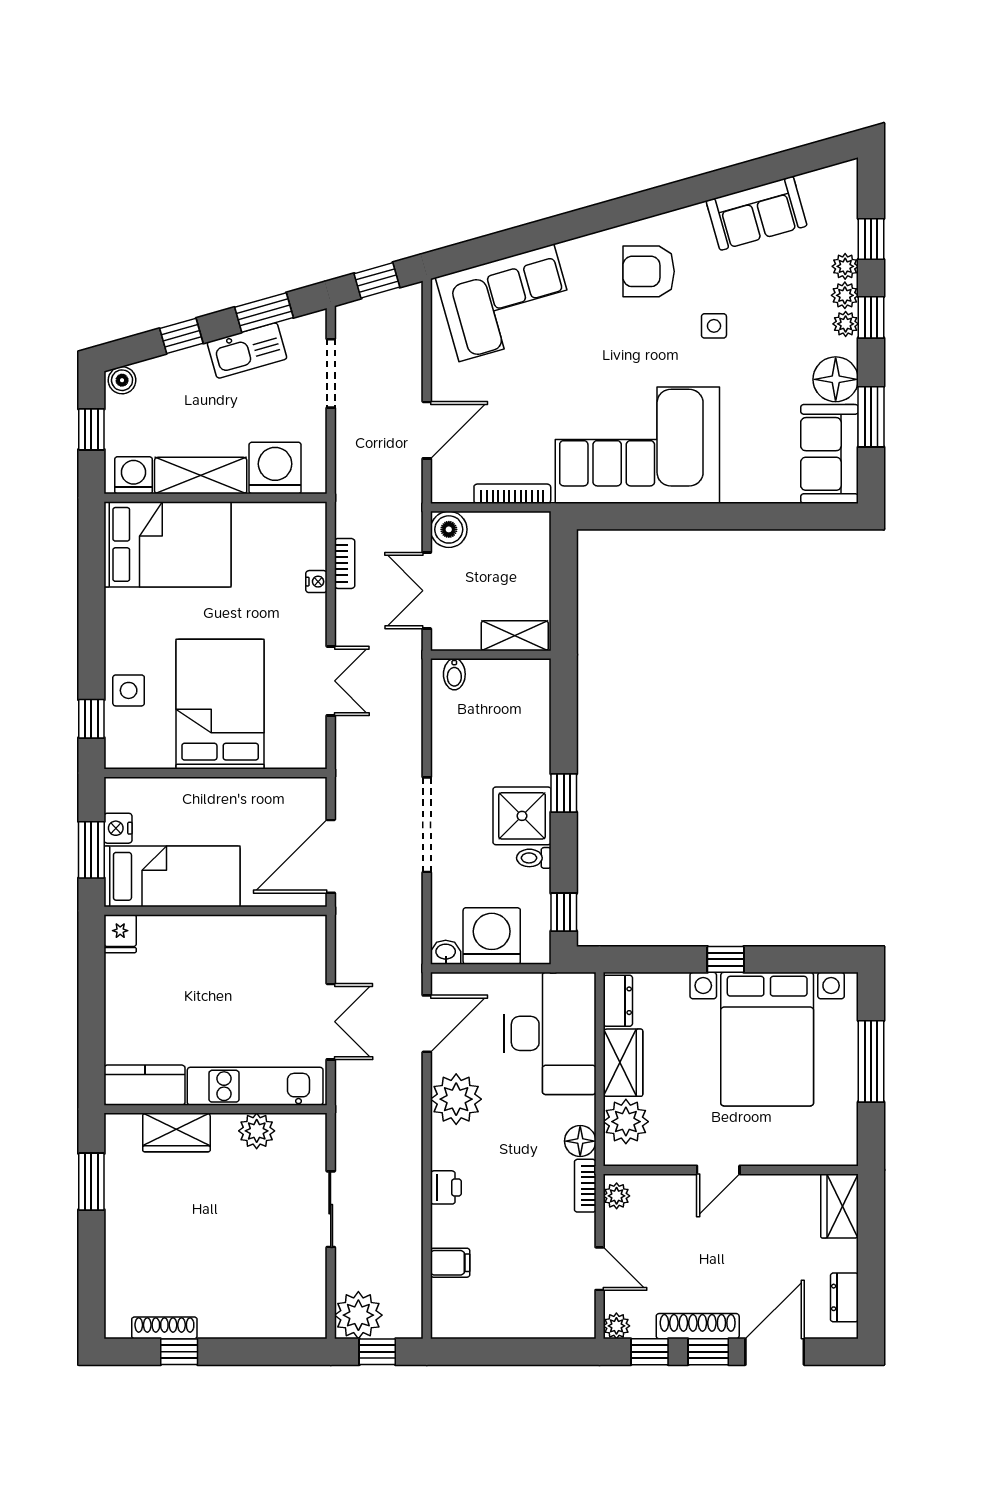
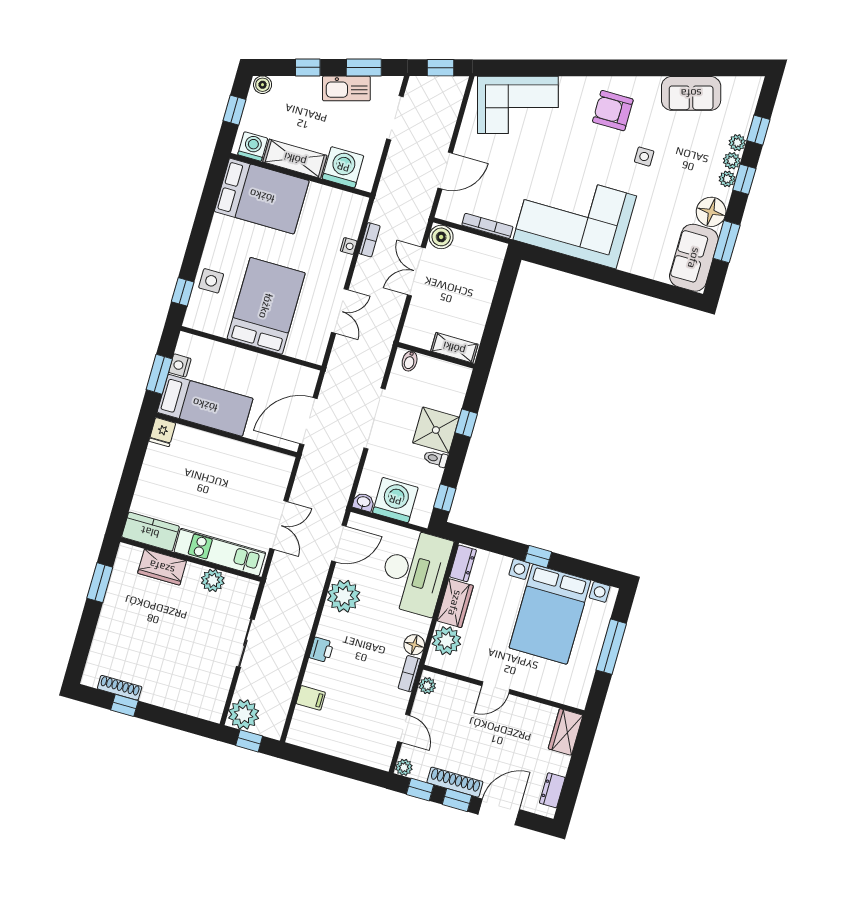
shelving: (515, 636) -> (454, 348), moved
wall: (491, 655) -> (436, 355), moved
bidet: (454, 674) -> (410, 361), moved

